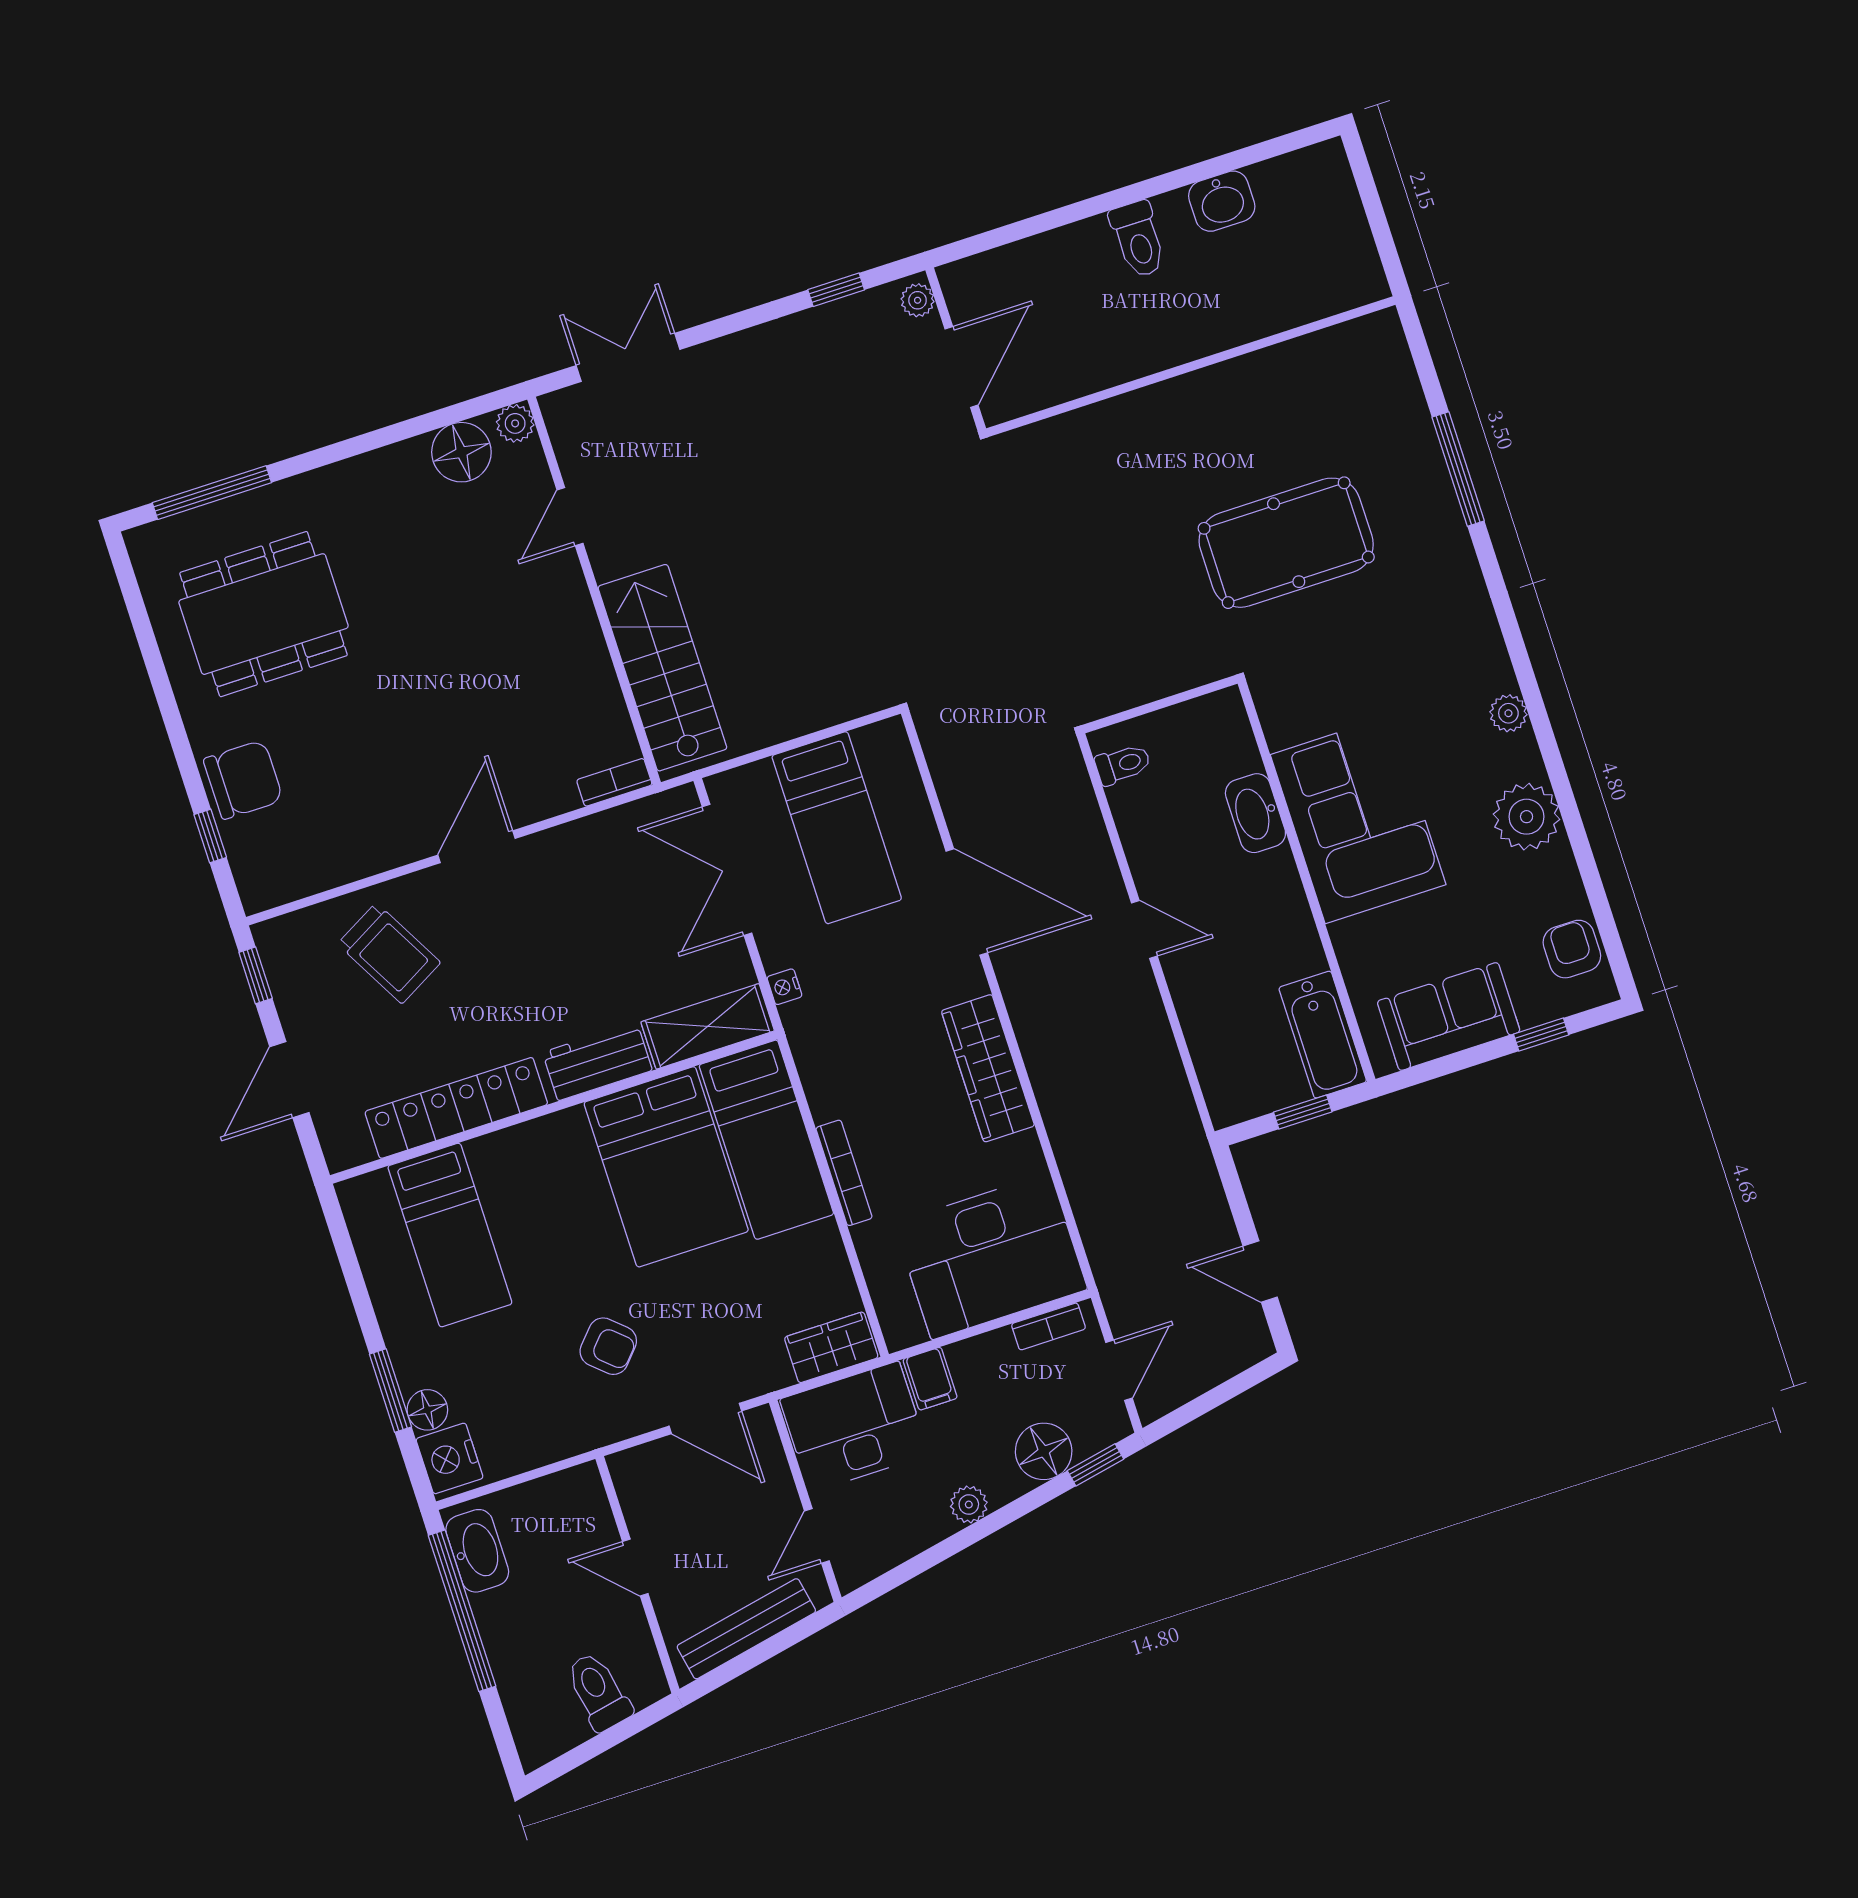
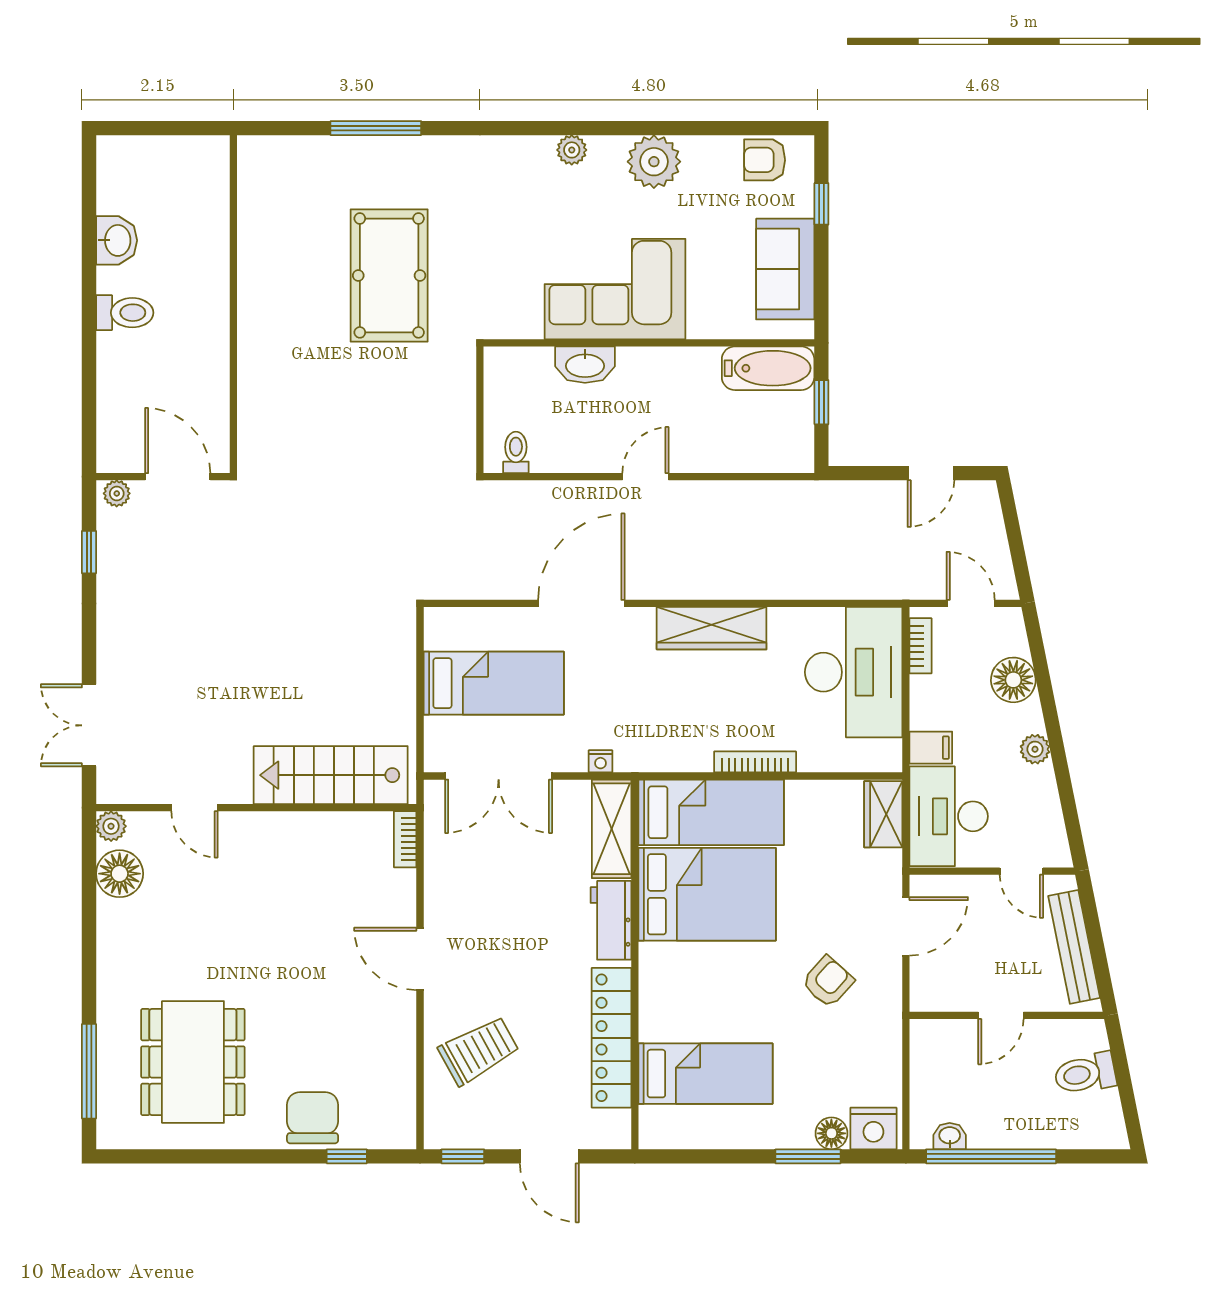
window: (1096, 1465) -> (1036, 644), removed
washbasin: (477, 1551) -> (950, 1136), width x0.52, depth x0.69

